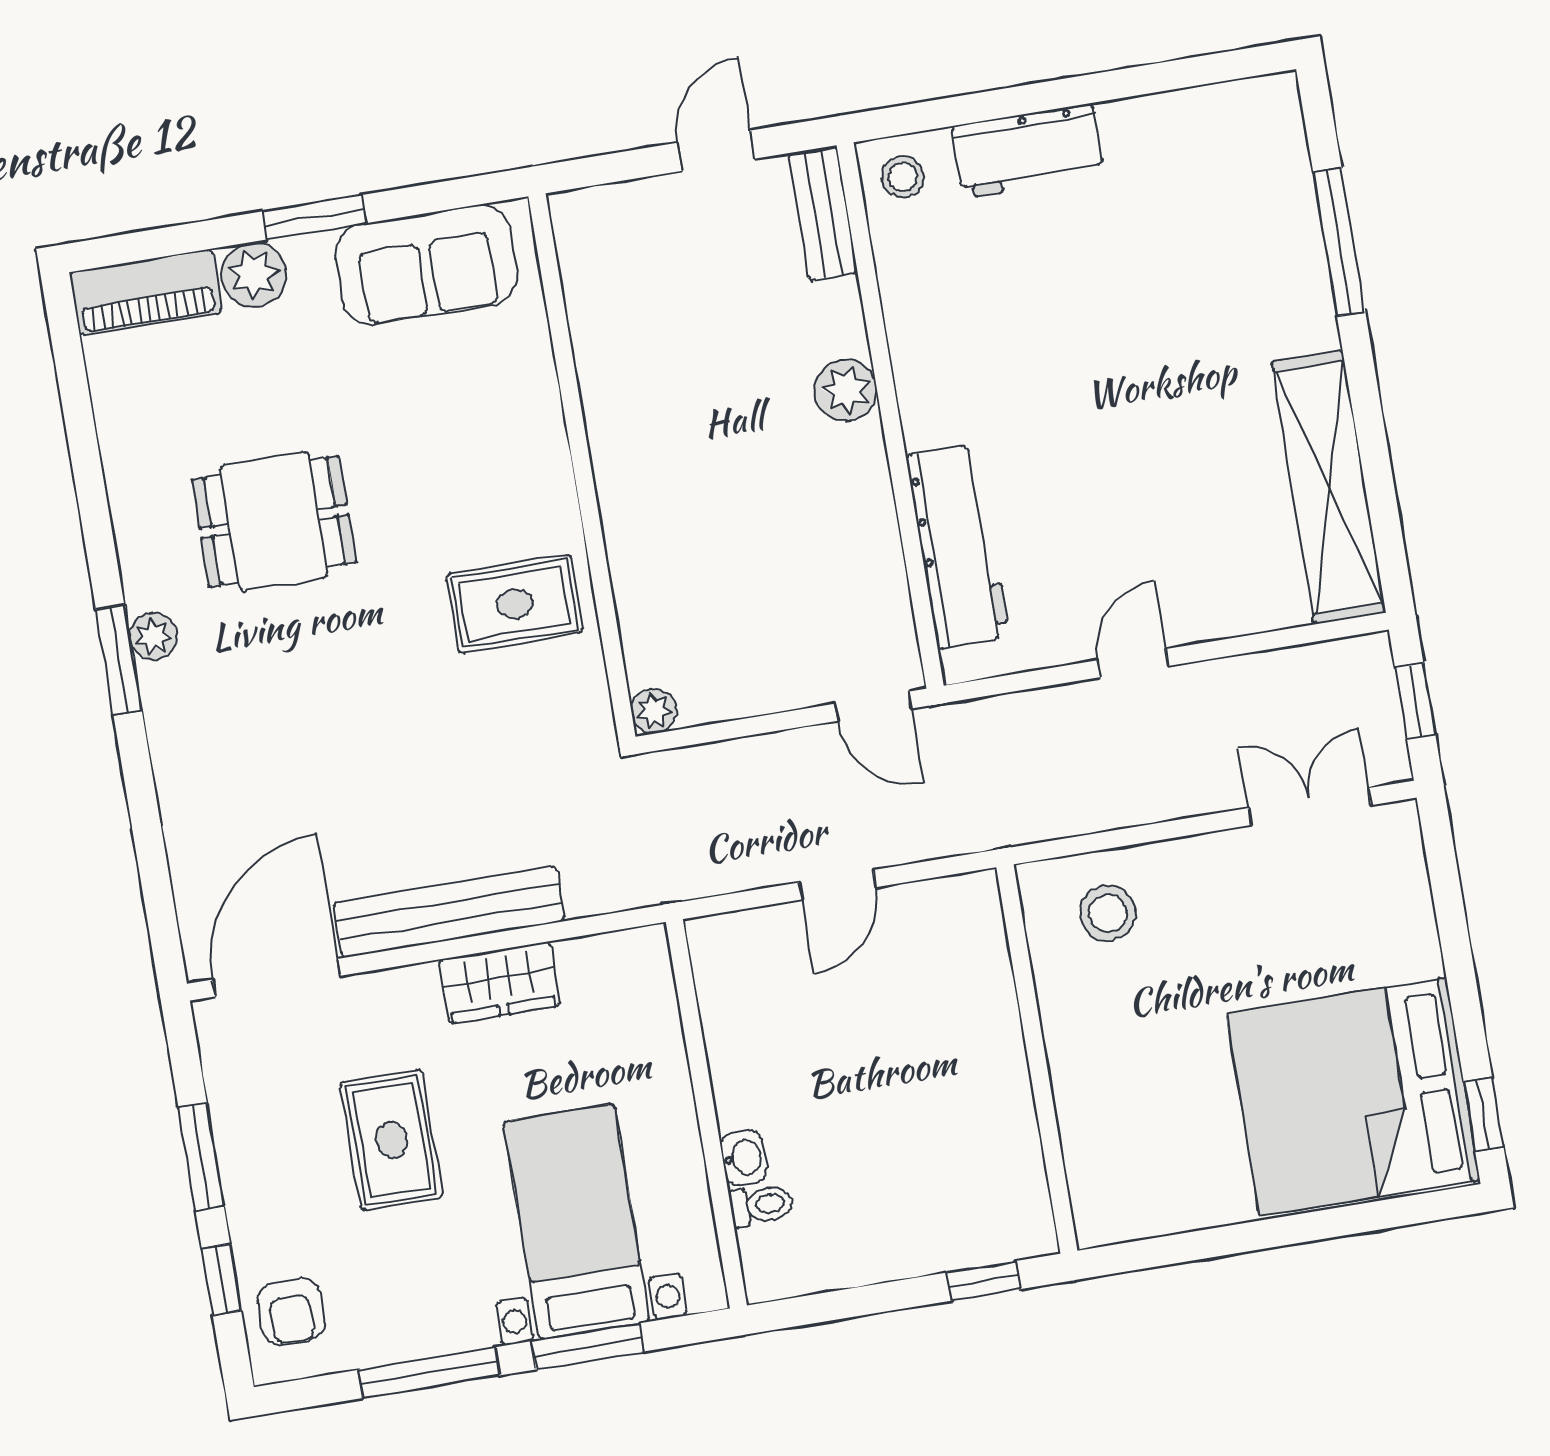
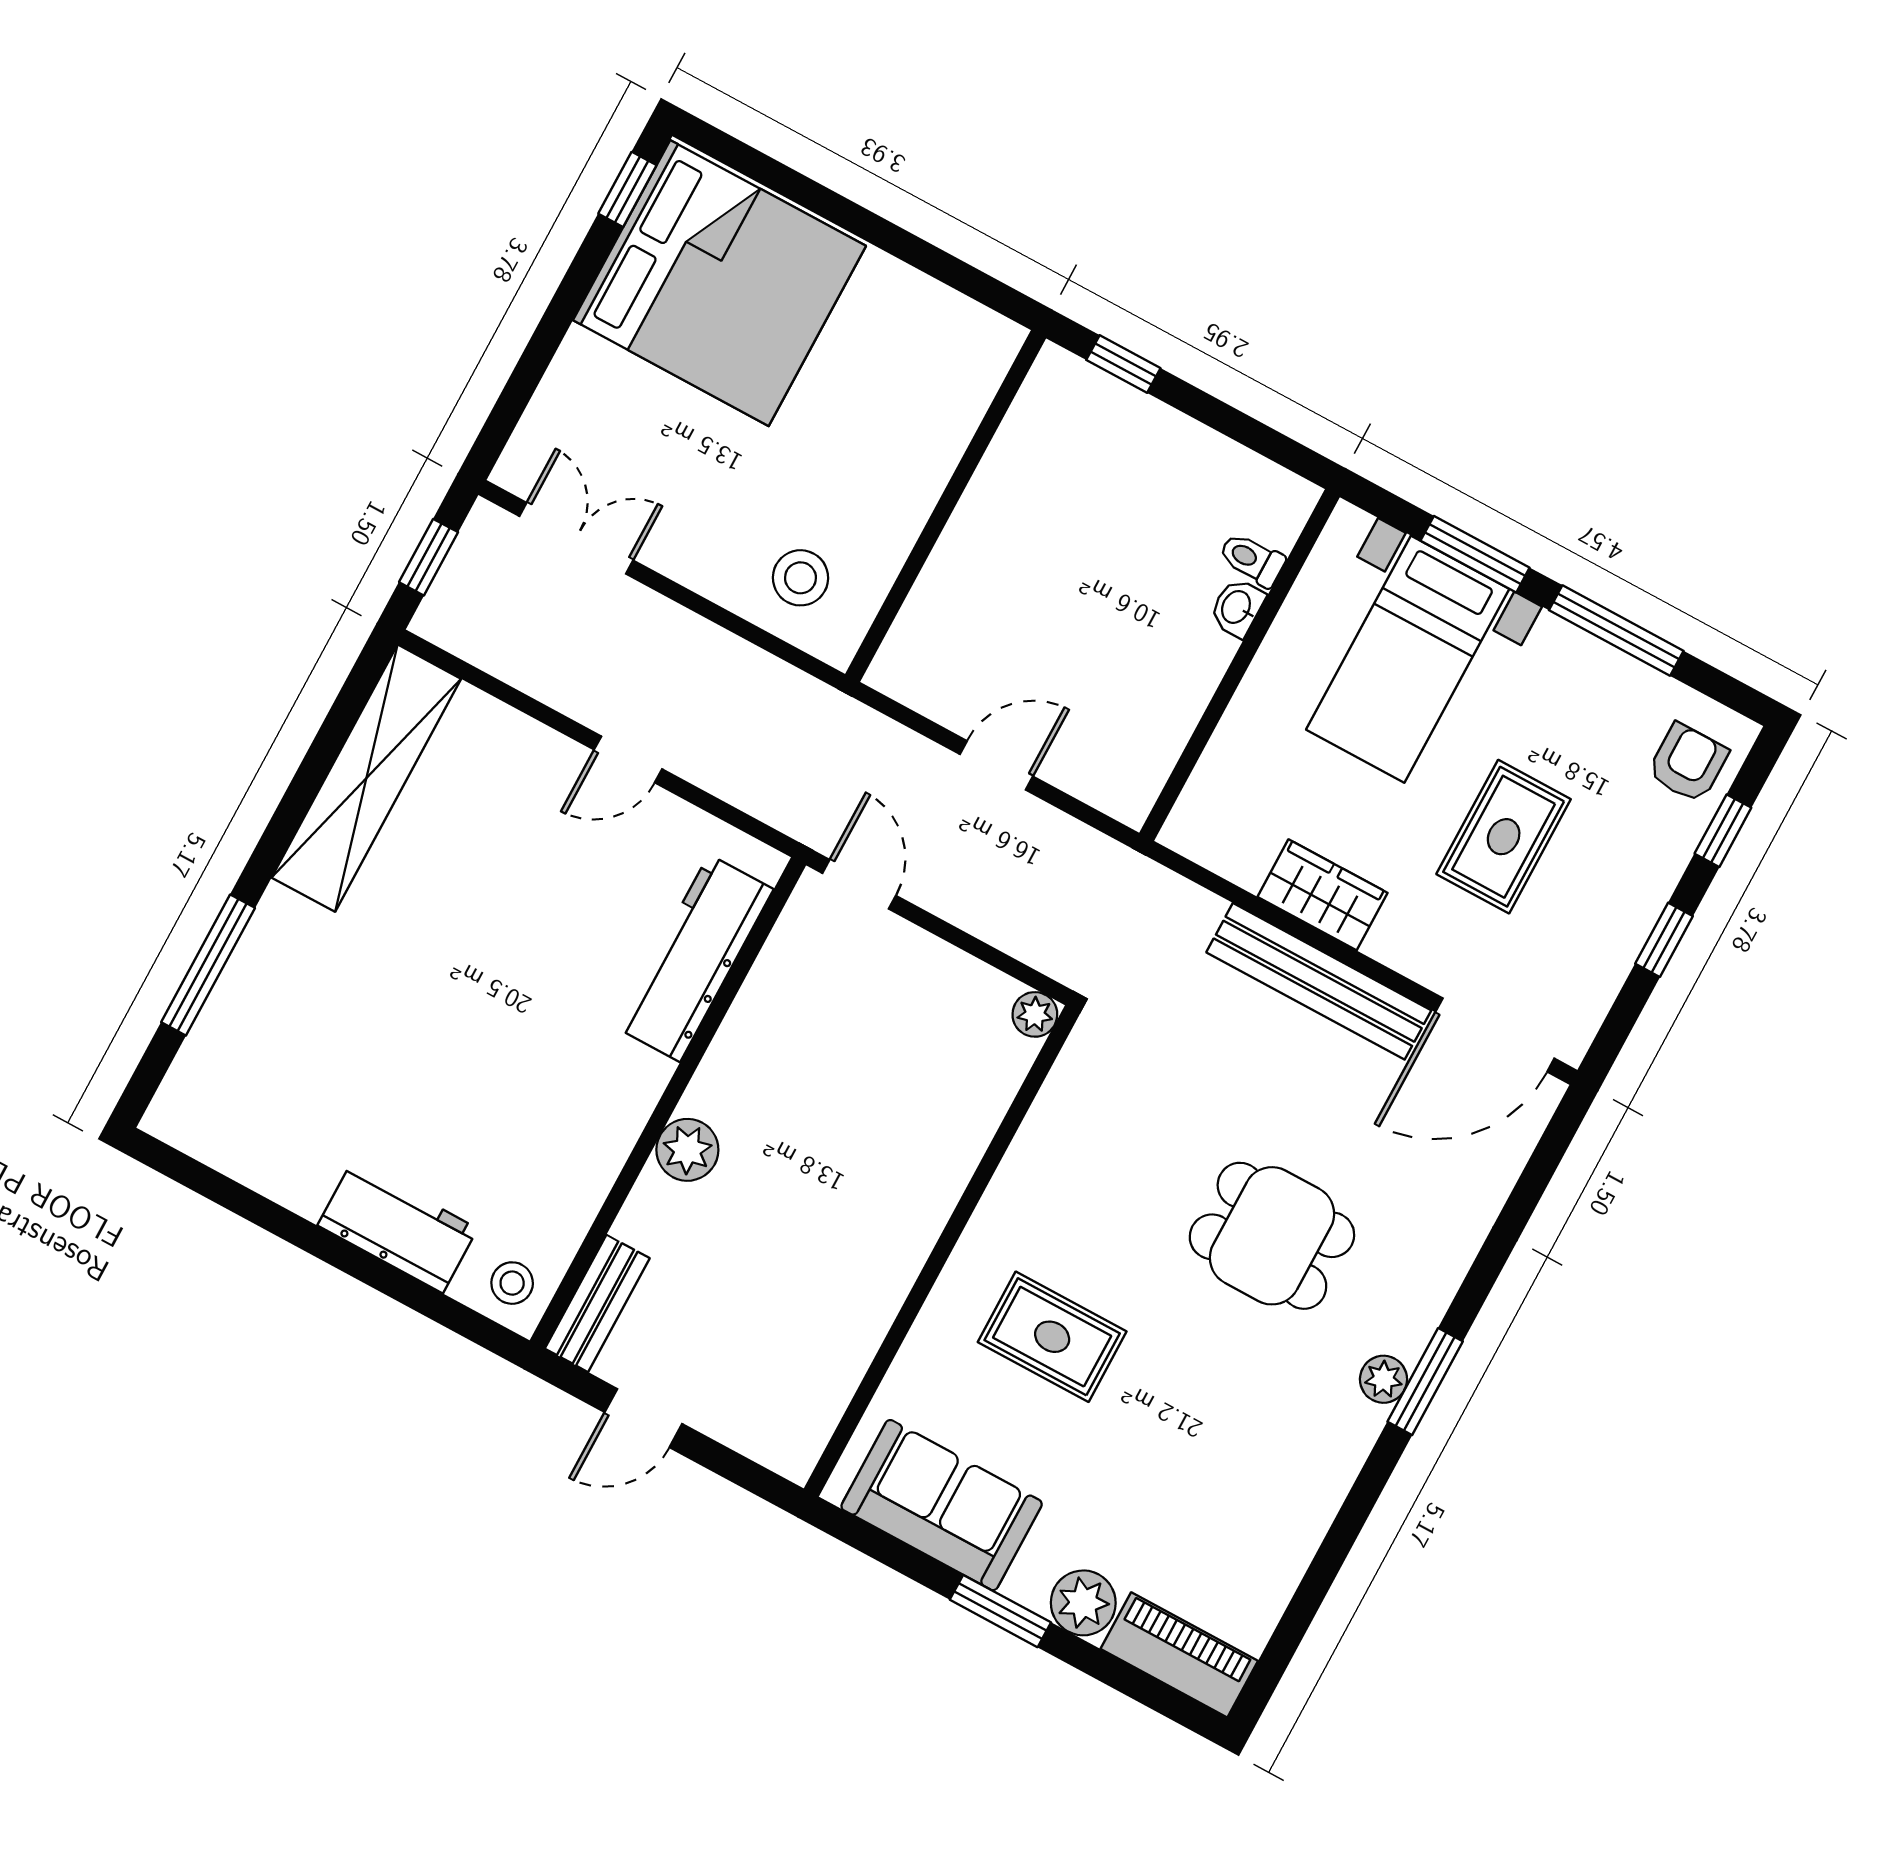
dining table: (274, 521) -> (1272, 1236), moved
rug: (515, 604) -> (1052, 1337), moved
double door: (1310, 807) -> (576, 538), swing flipped
window: (201, 1157) -> (1664, 940), width x0.67

